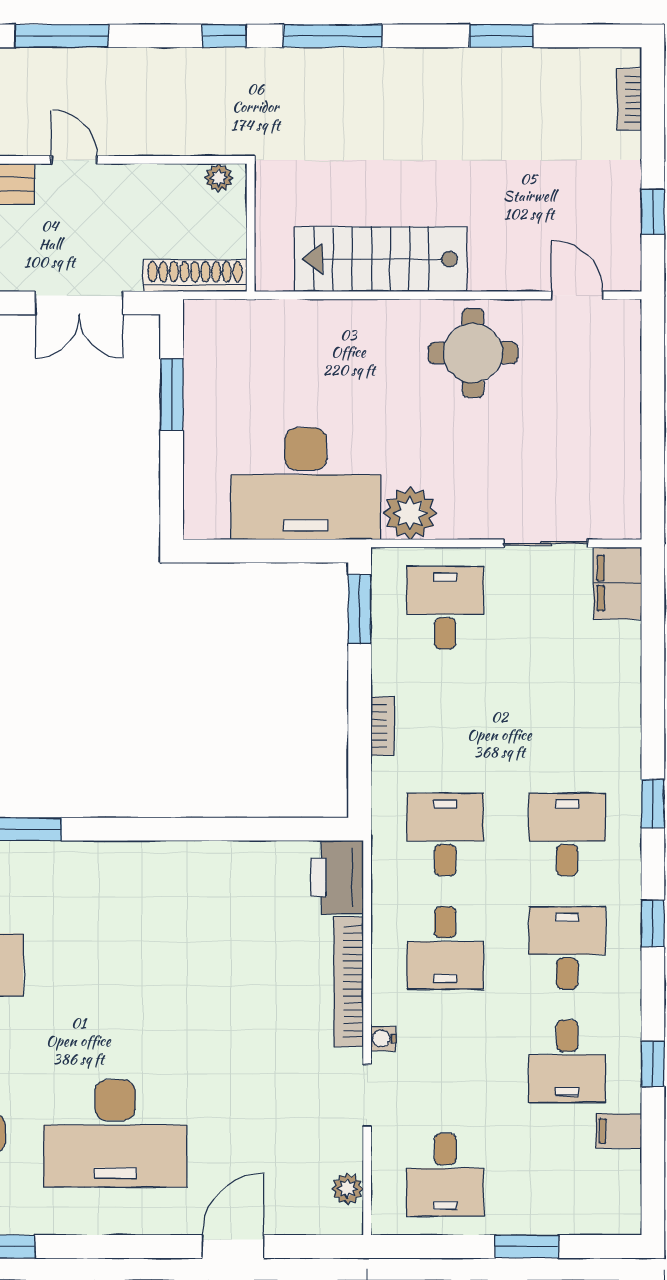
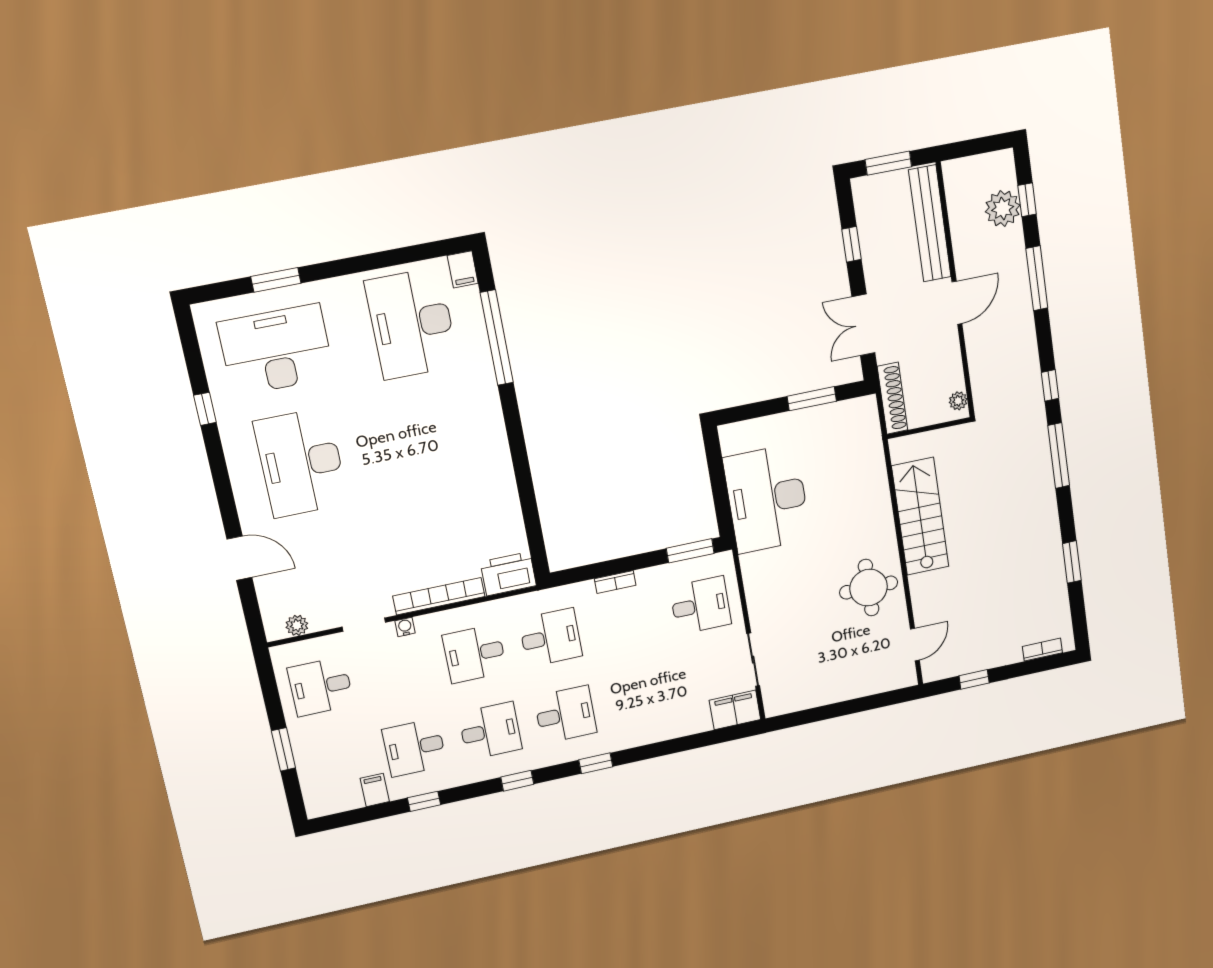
door: (74, 160) -> (957, 303), width x1.37
plant: (410, 513) -> (759, 570), removed

